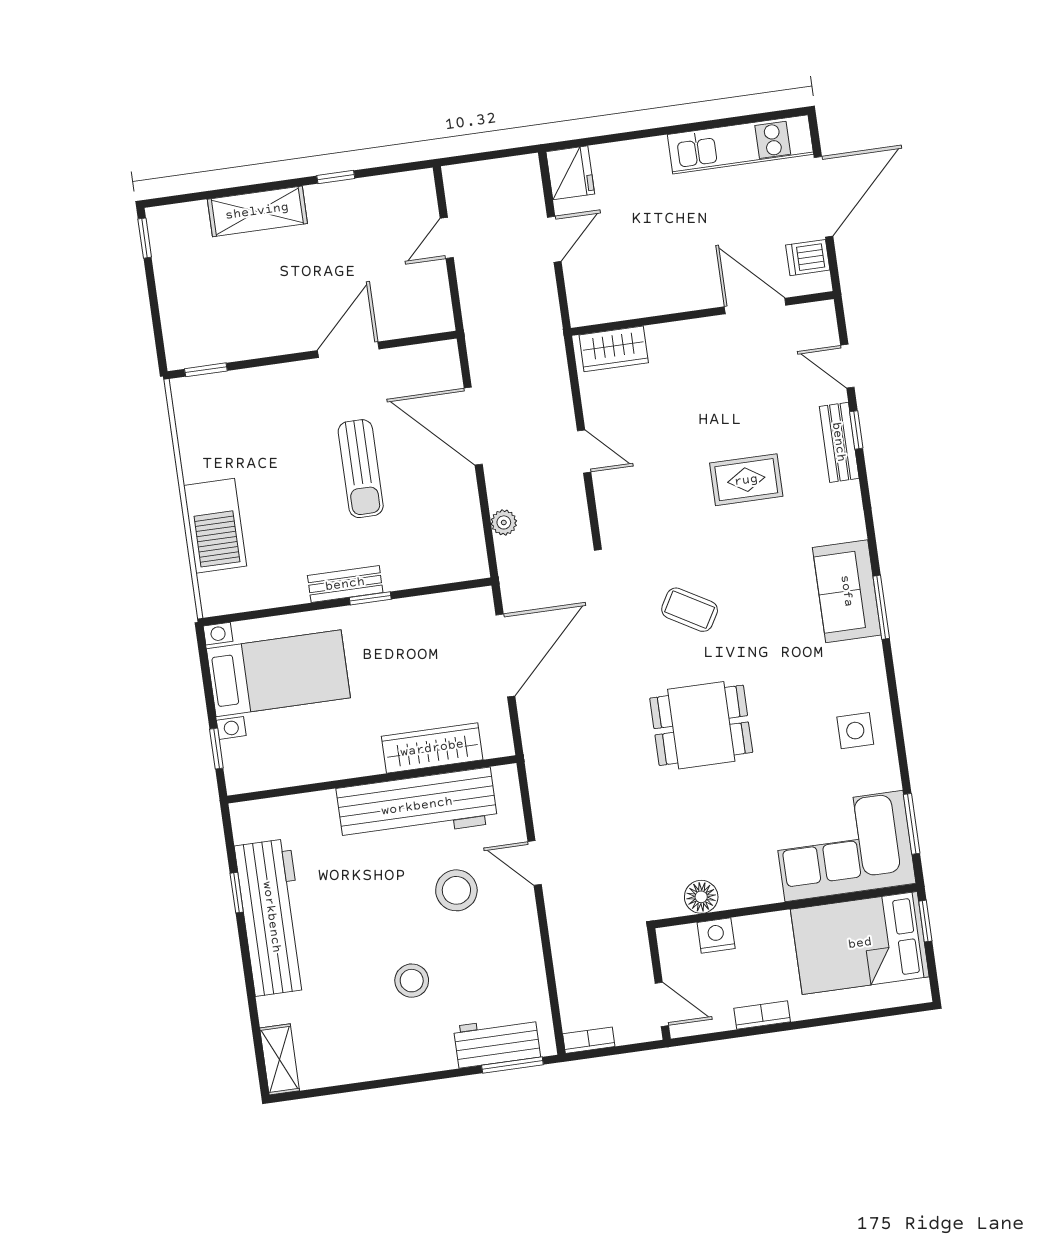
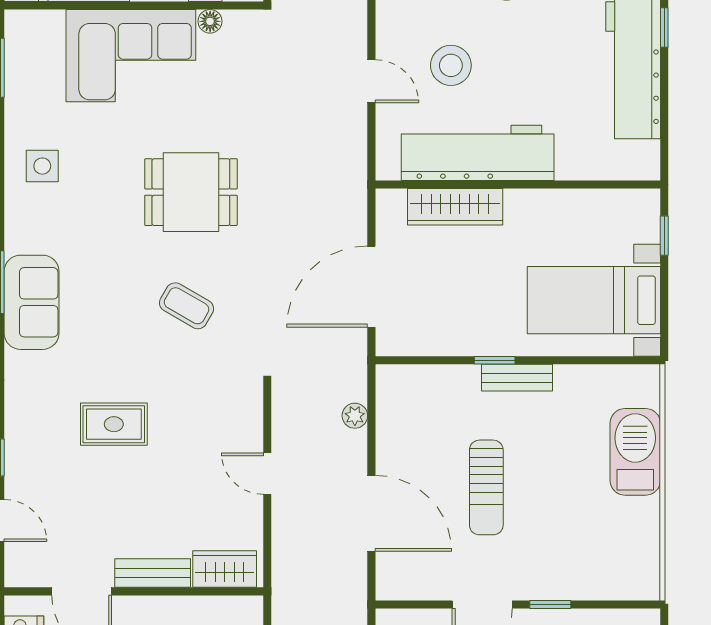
window: (206, 370) -> (550, 604), moved
bench: (839, 442) -> (153, 573), moved, turned 90
sun lounger: (361, 469) -> (486, 487), turned 180
corner sofa: (844, 846) -> (131, 56), moved
window: (237, 893) -> (664, 28), moved
floor lamp: (701, 897) -> (210, 21), width x0.73, depth x0.73

